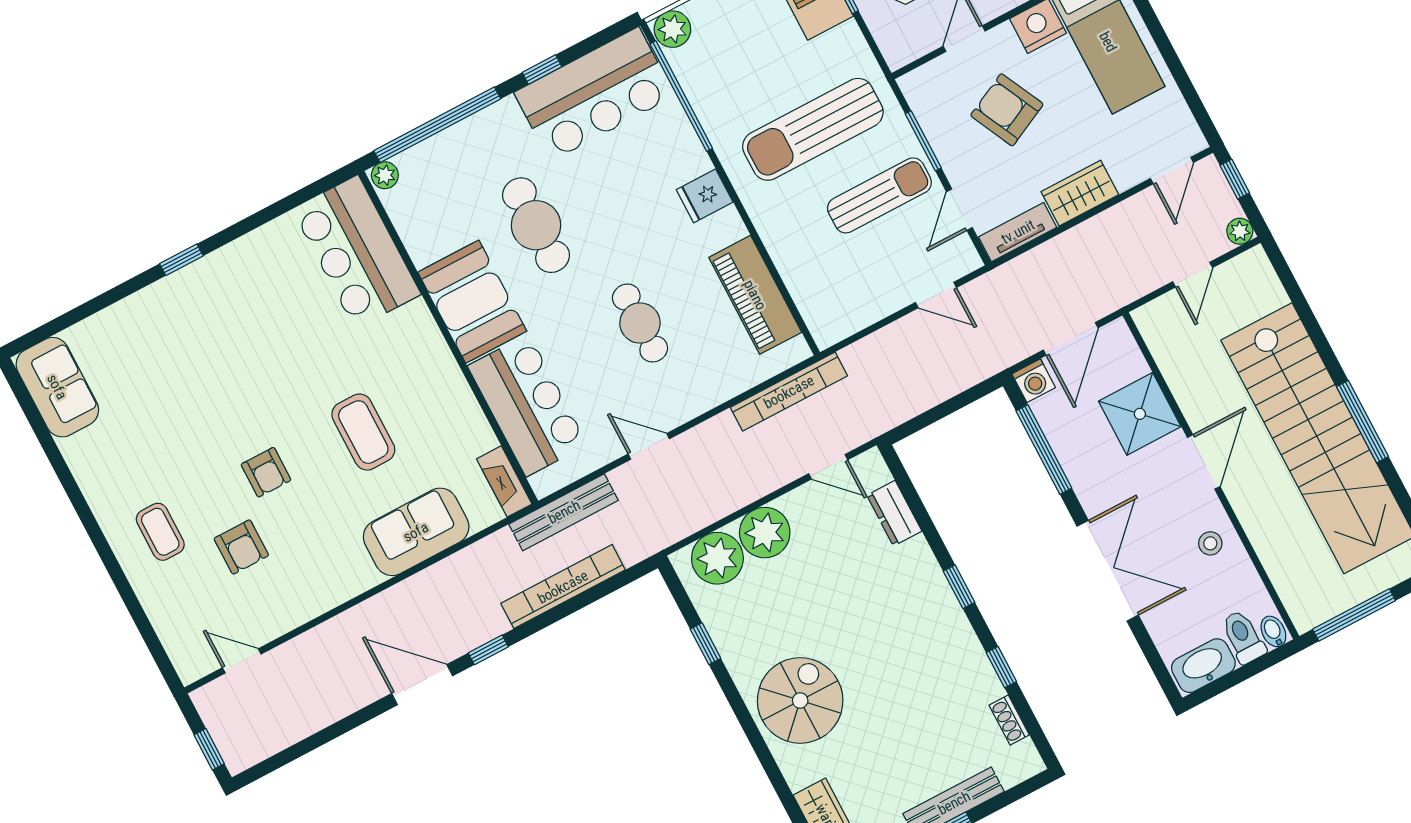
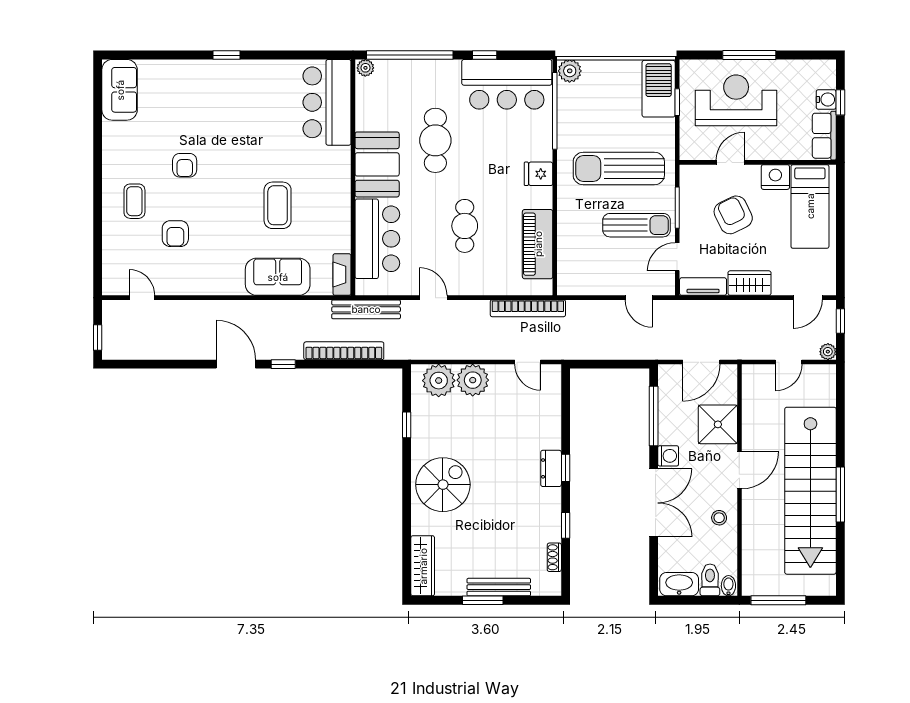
washing machine: (1034, 381) -> (668, 456), moved, turned -90
armchair: (266, 472) -> (185, 165), moved
dresser: (894, 513) -> (551, 468), moved

